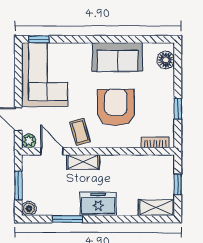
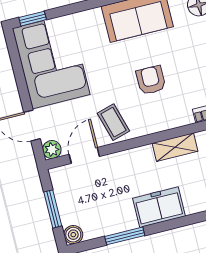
armchair: (116, 107) -> (151, 80), width x0.53, depth x0.53
door: (52, 151) -> (84, 155), hinge flipped
shelving: (83, 162) -> (175, 147), moved

